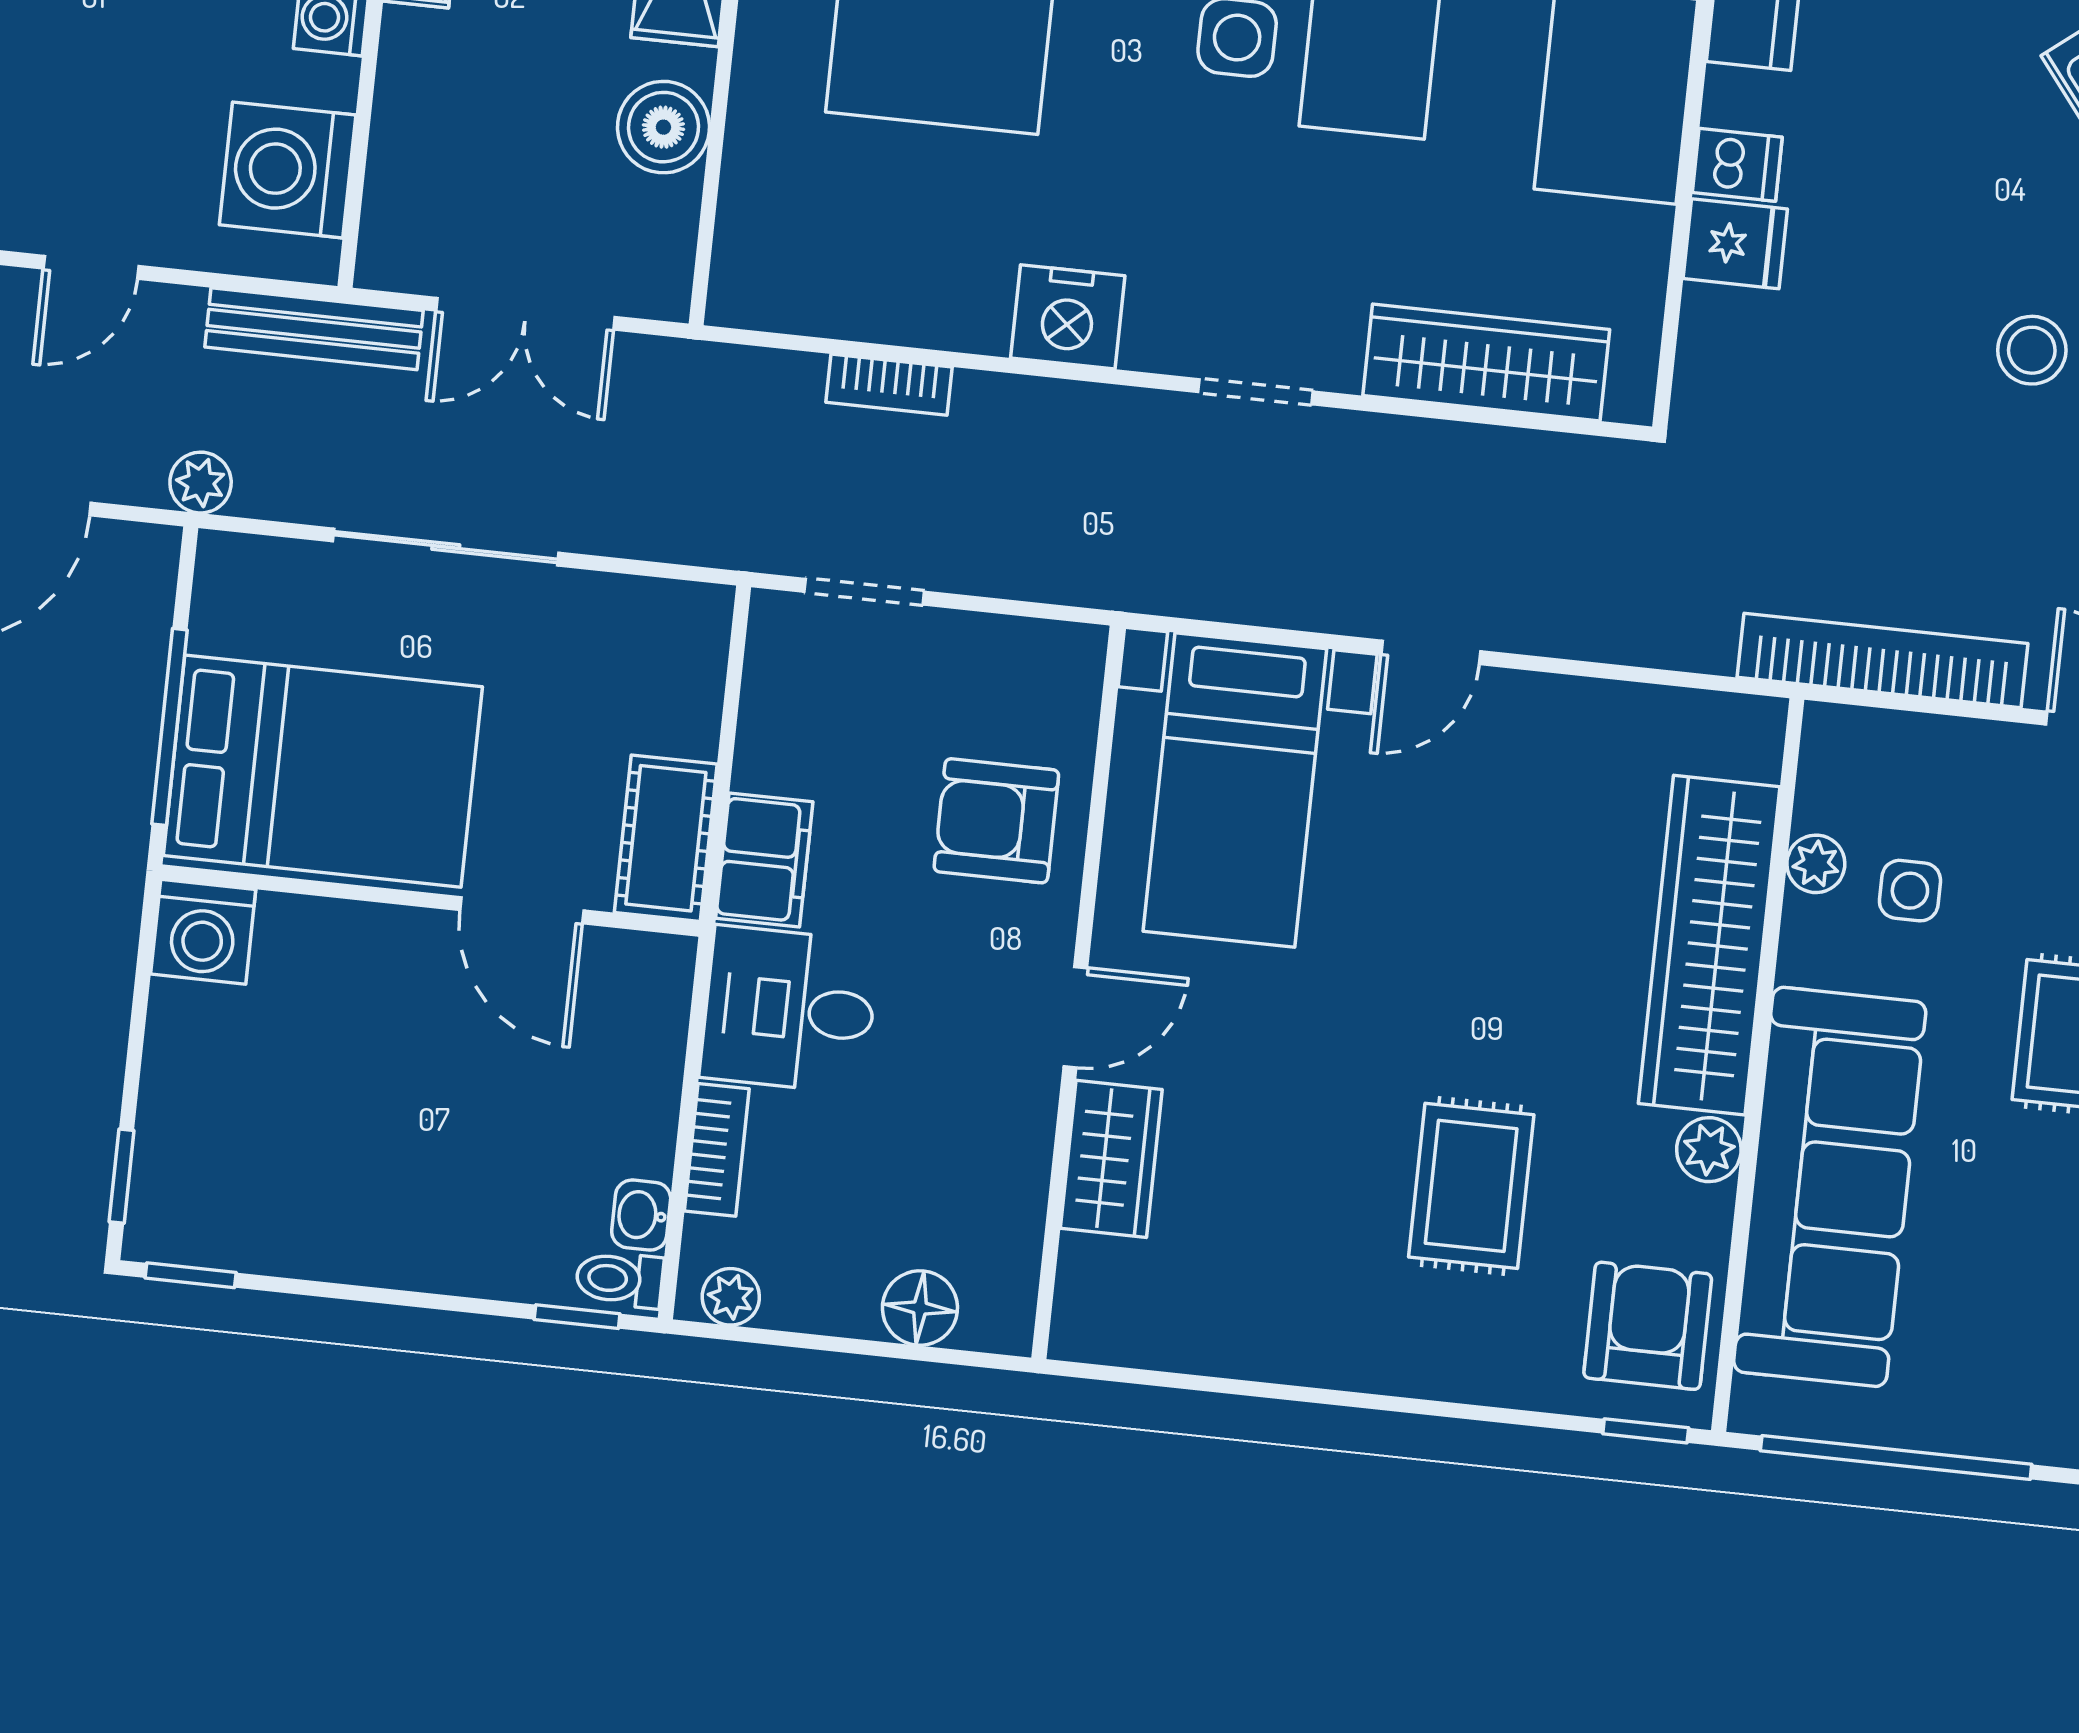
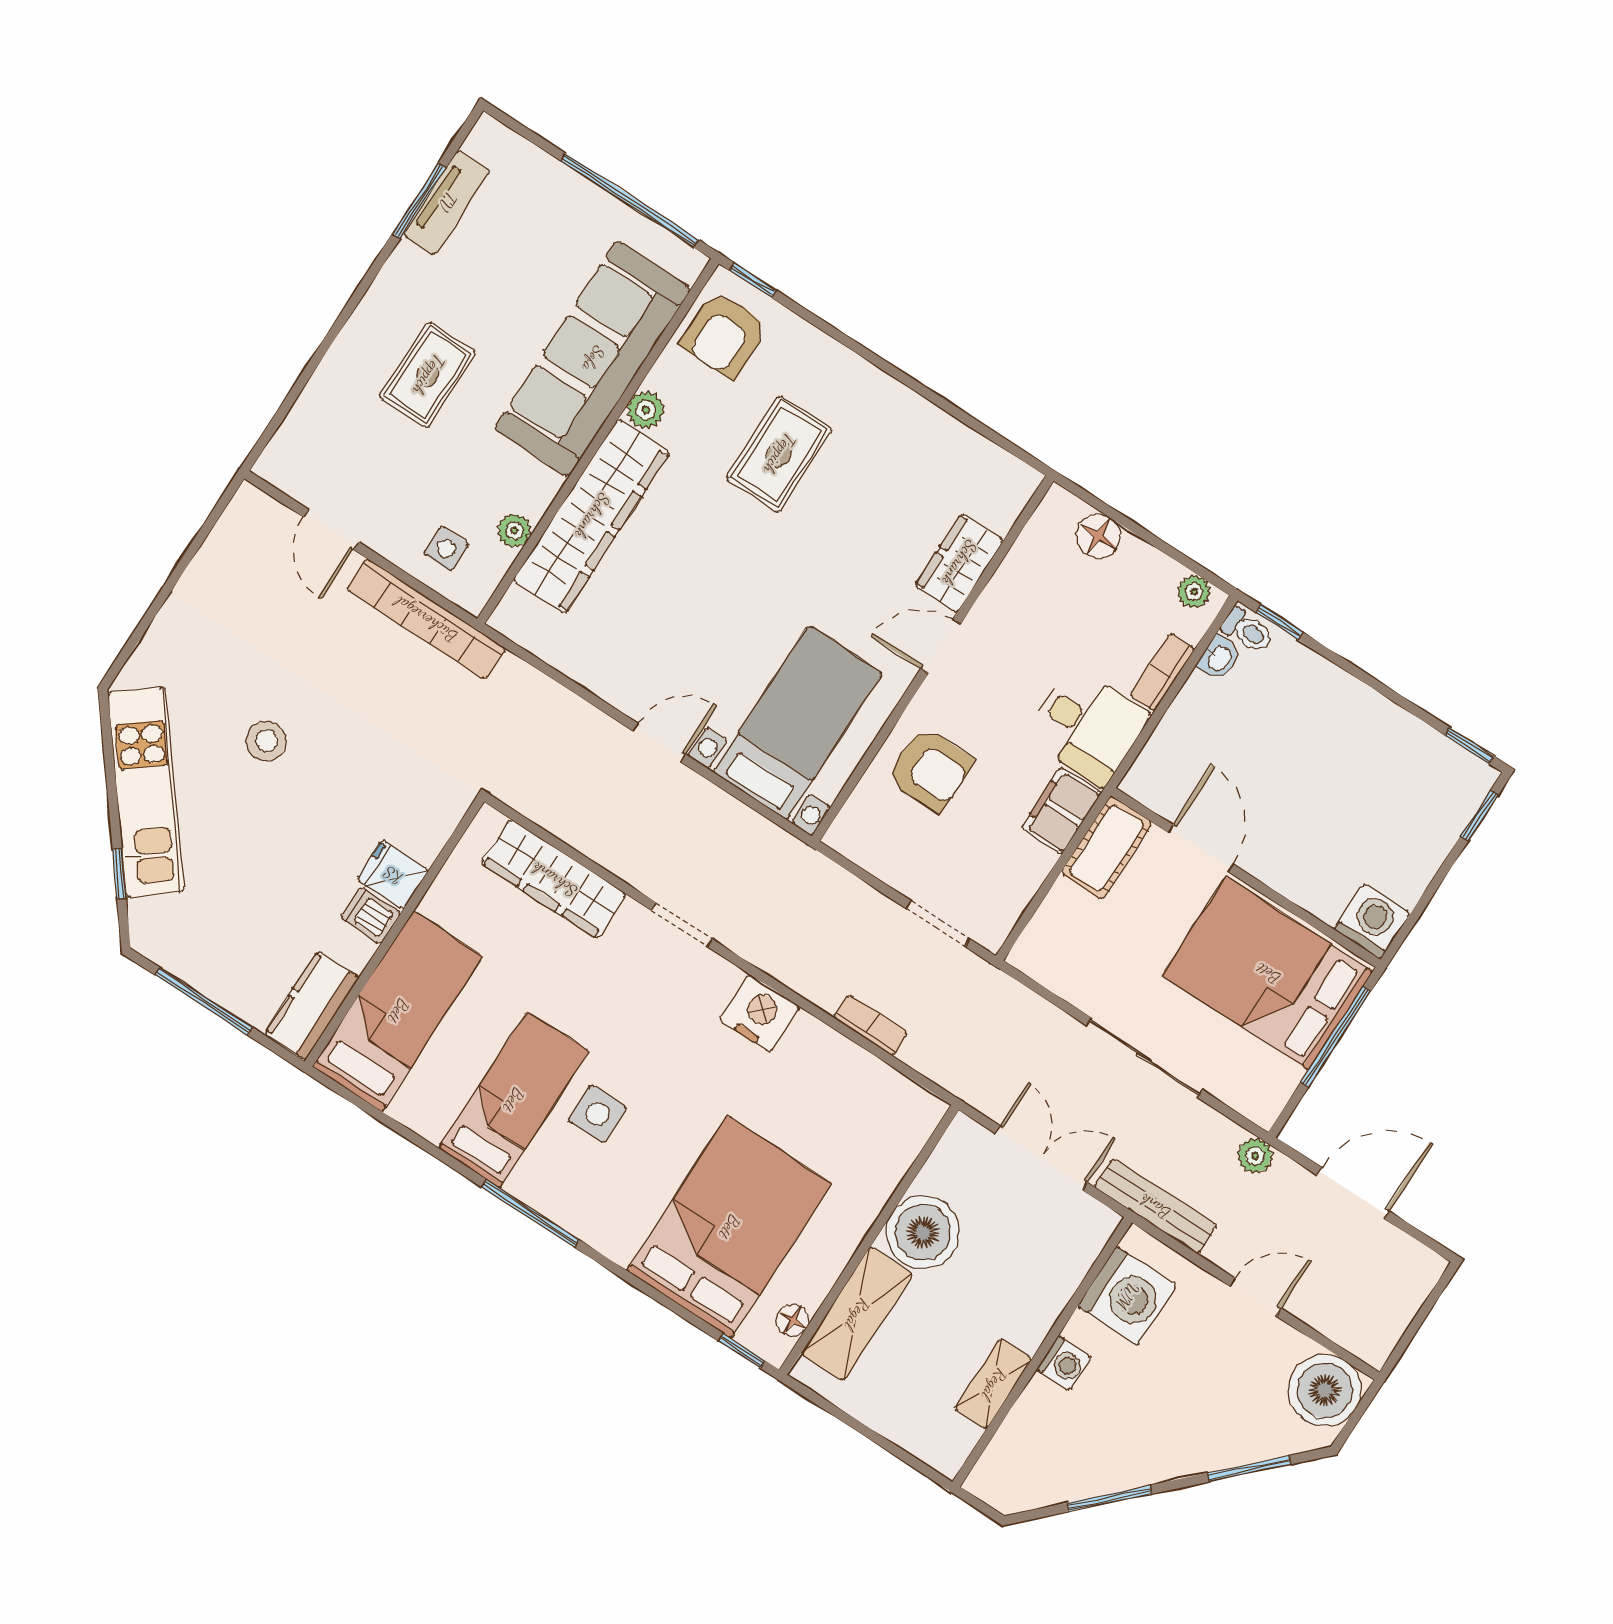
boiler: (663, 127) -> (923, 1232), width x1.37, depth x1.37
side table: (1910, 891) -> (446, 549), moved

